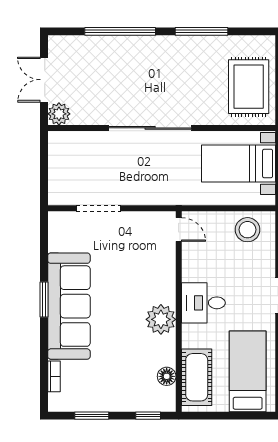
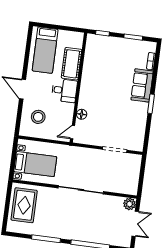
door: (179, 230) -> (73, 132), hinge flipped
stool: (247, 230) -> (38, 117), moved
sofa: (69, 306) -> (142, 85), width x0.54, depth x0.79
plant: (161, 319) -> (89, 85), removed
floor lamp: (167, 376) -> (82, 114), moved
cot: (197, 377) -> (72, 64), moved

